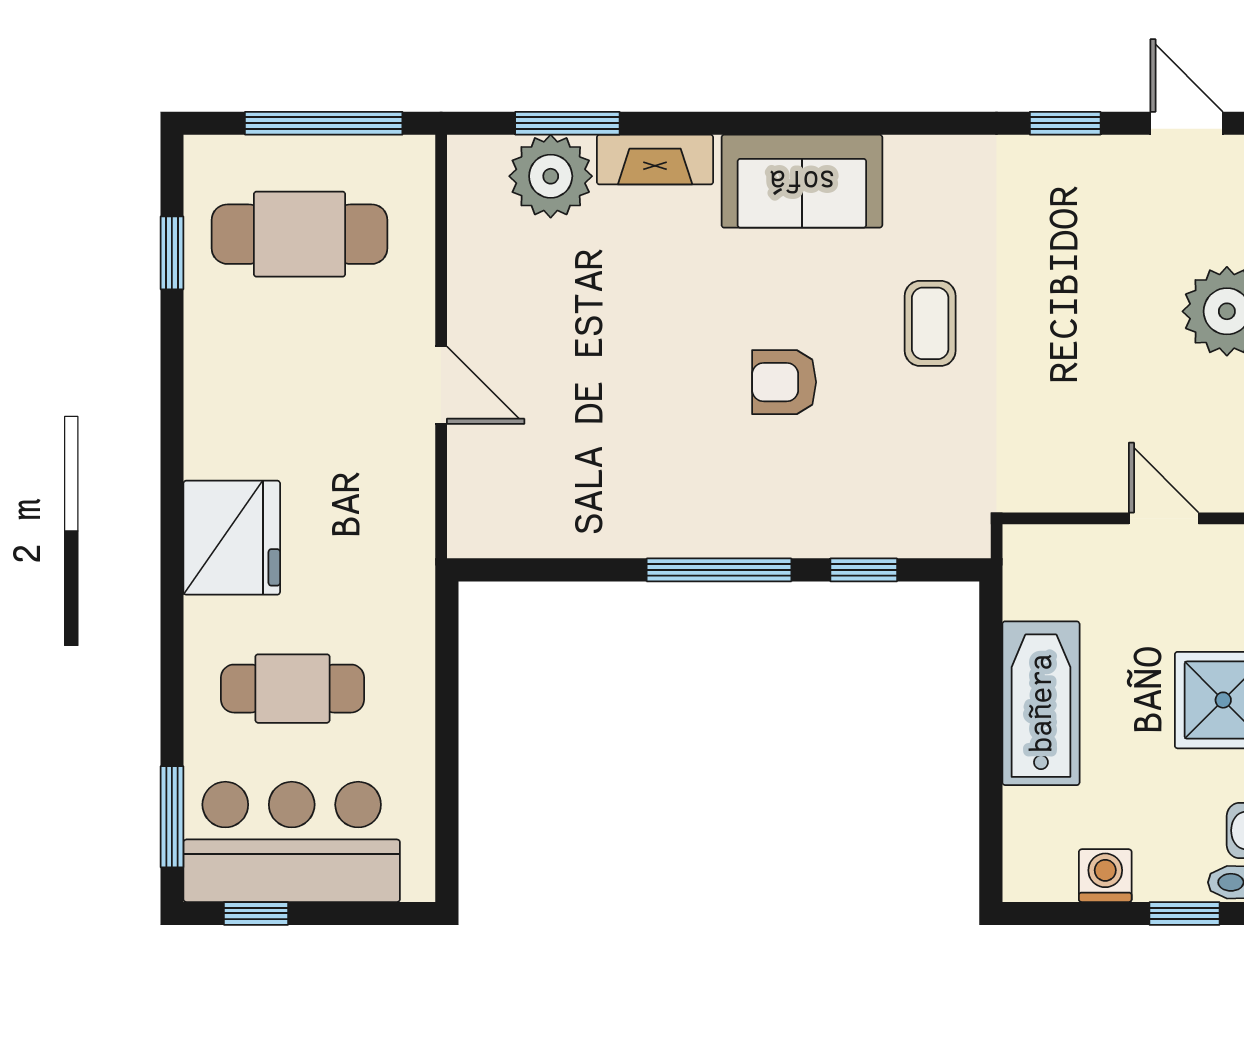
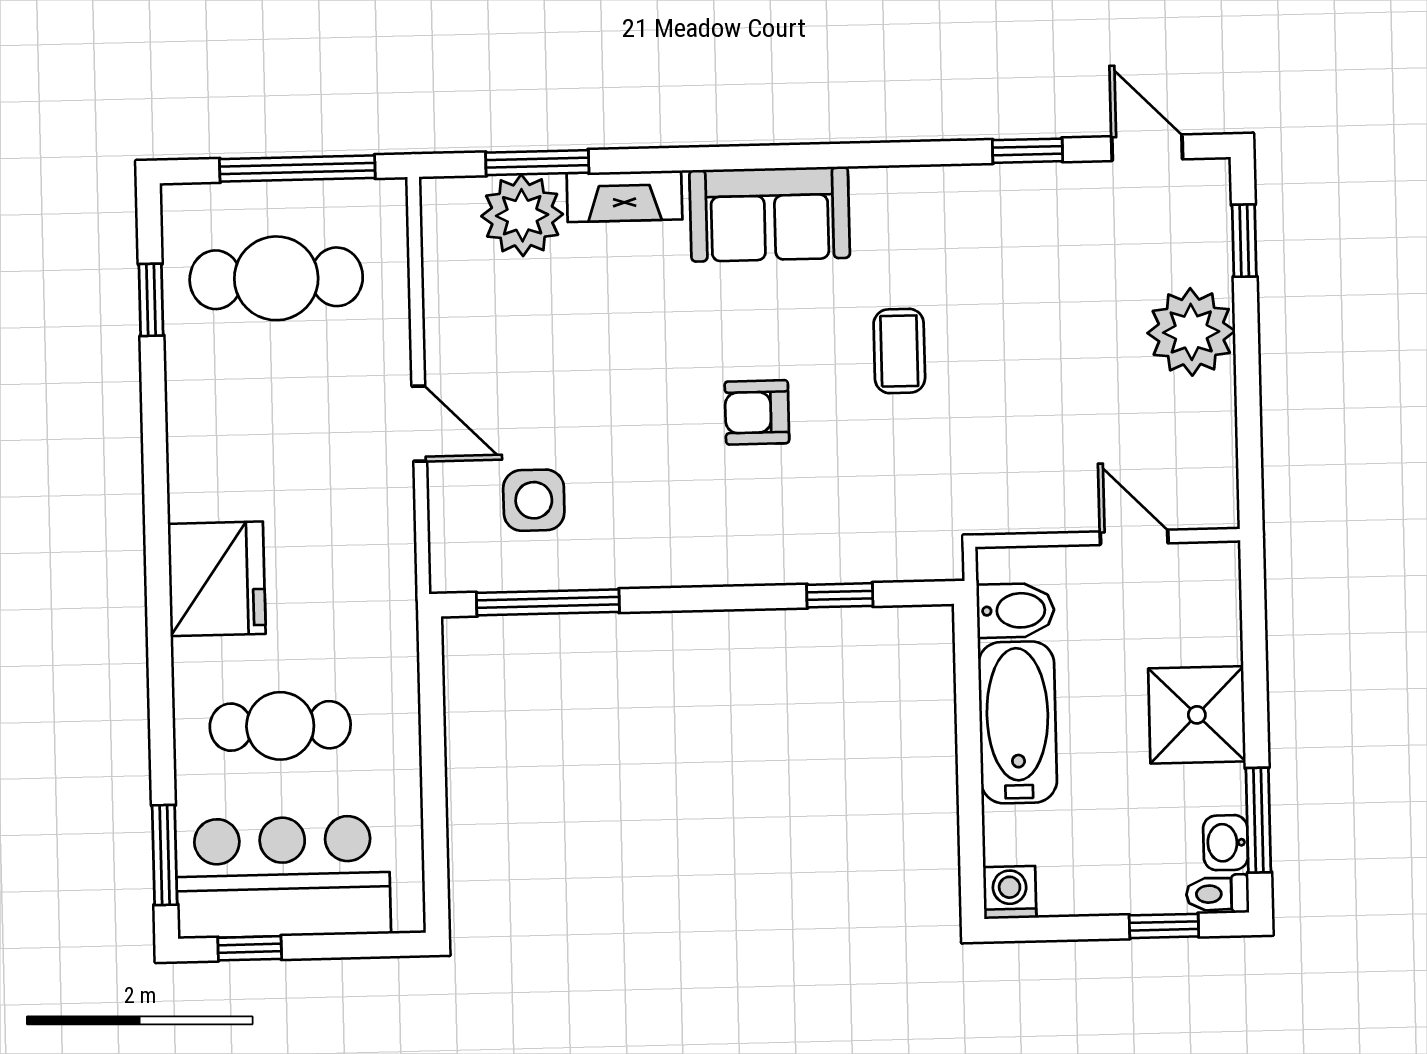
side table: (555, 466) -> (534, 500), added
window: (719, 570) -> (548, 602), moved
bidet: (1042, 590) -> (1015, 610), added
washing machine: (1105, 876) -> (1010, 892), moved

